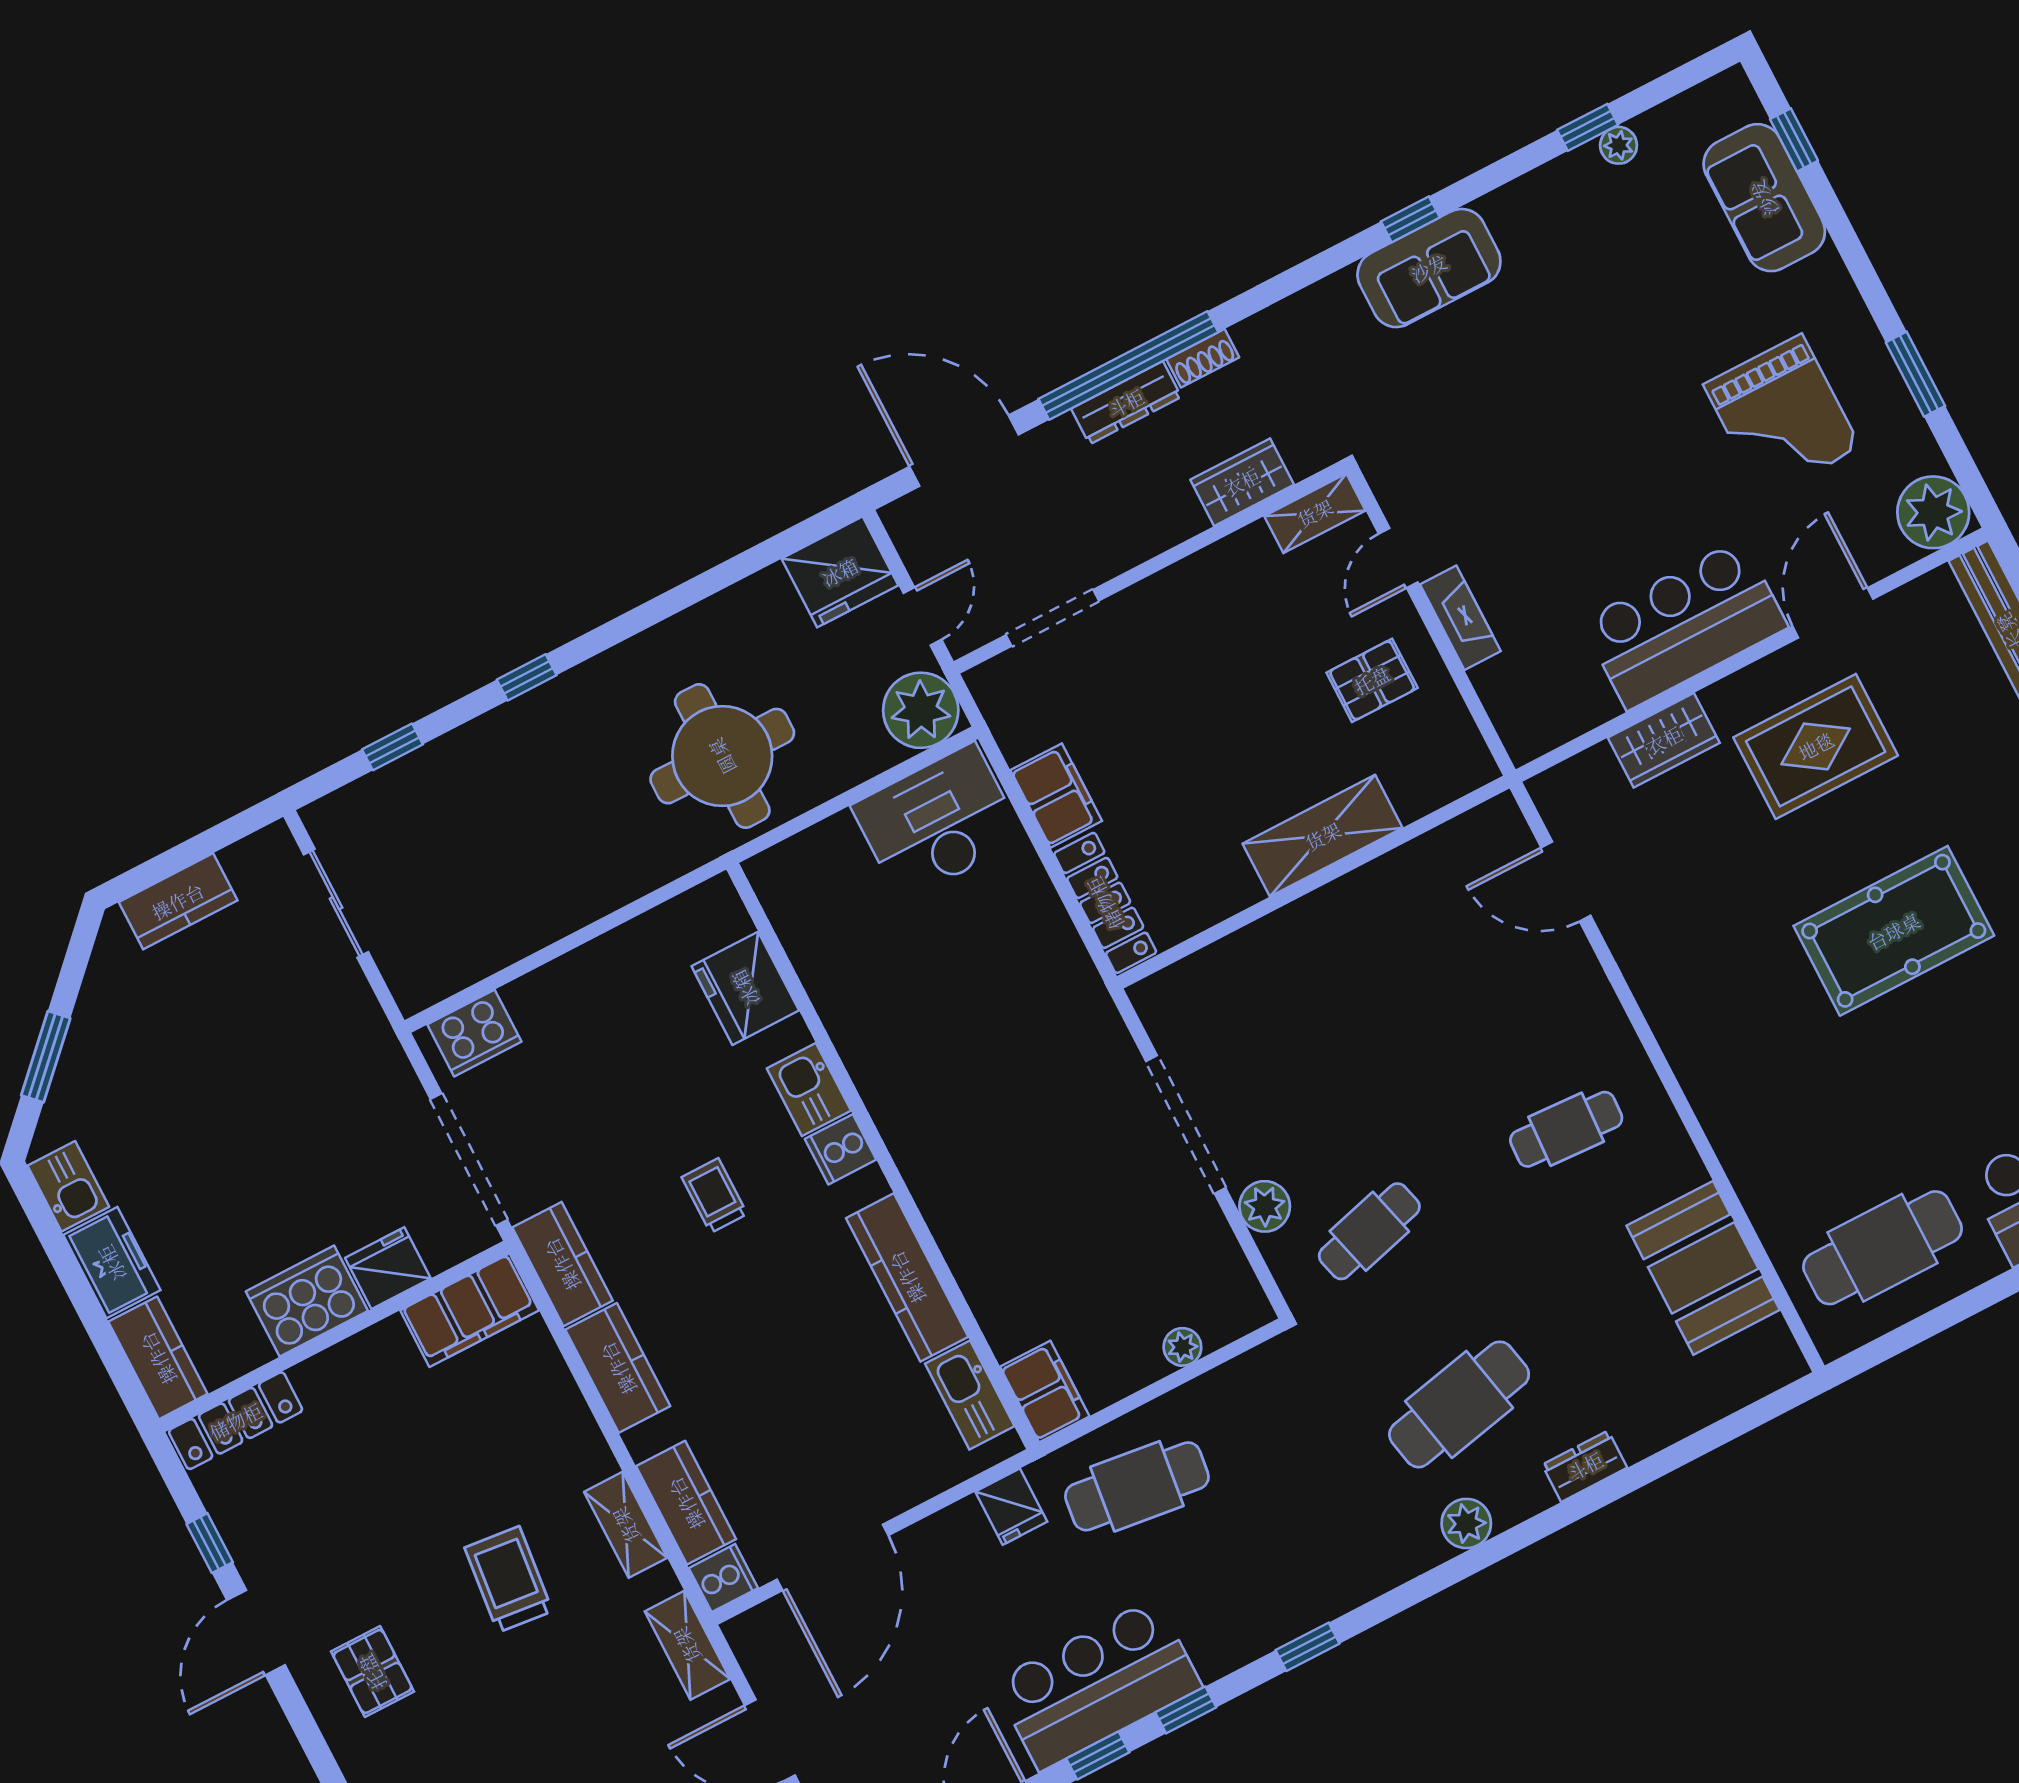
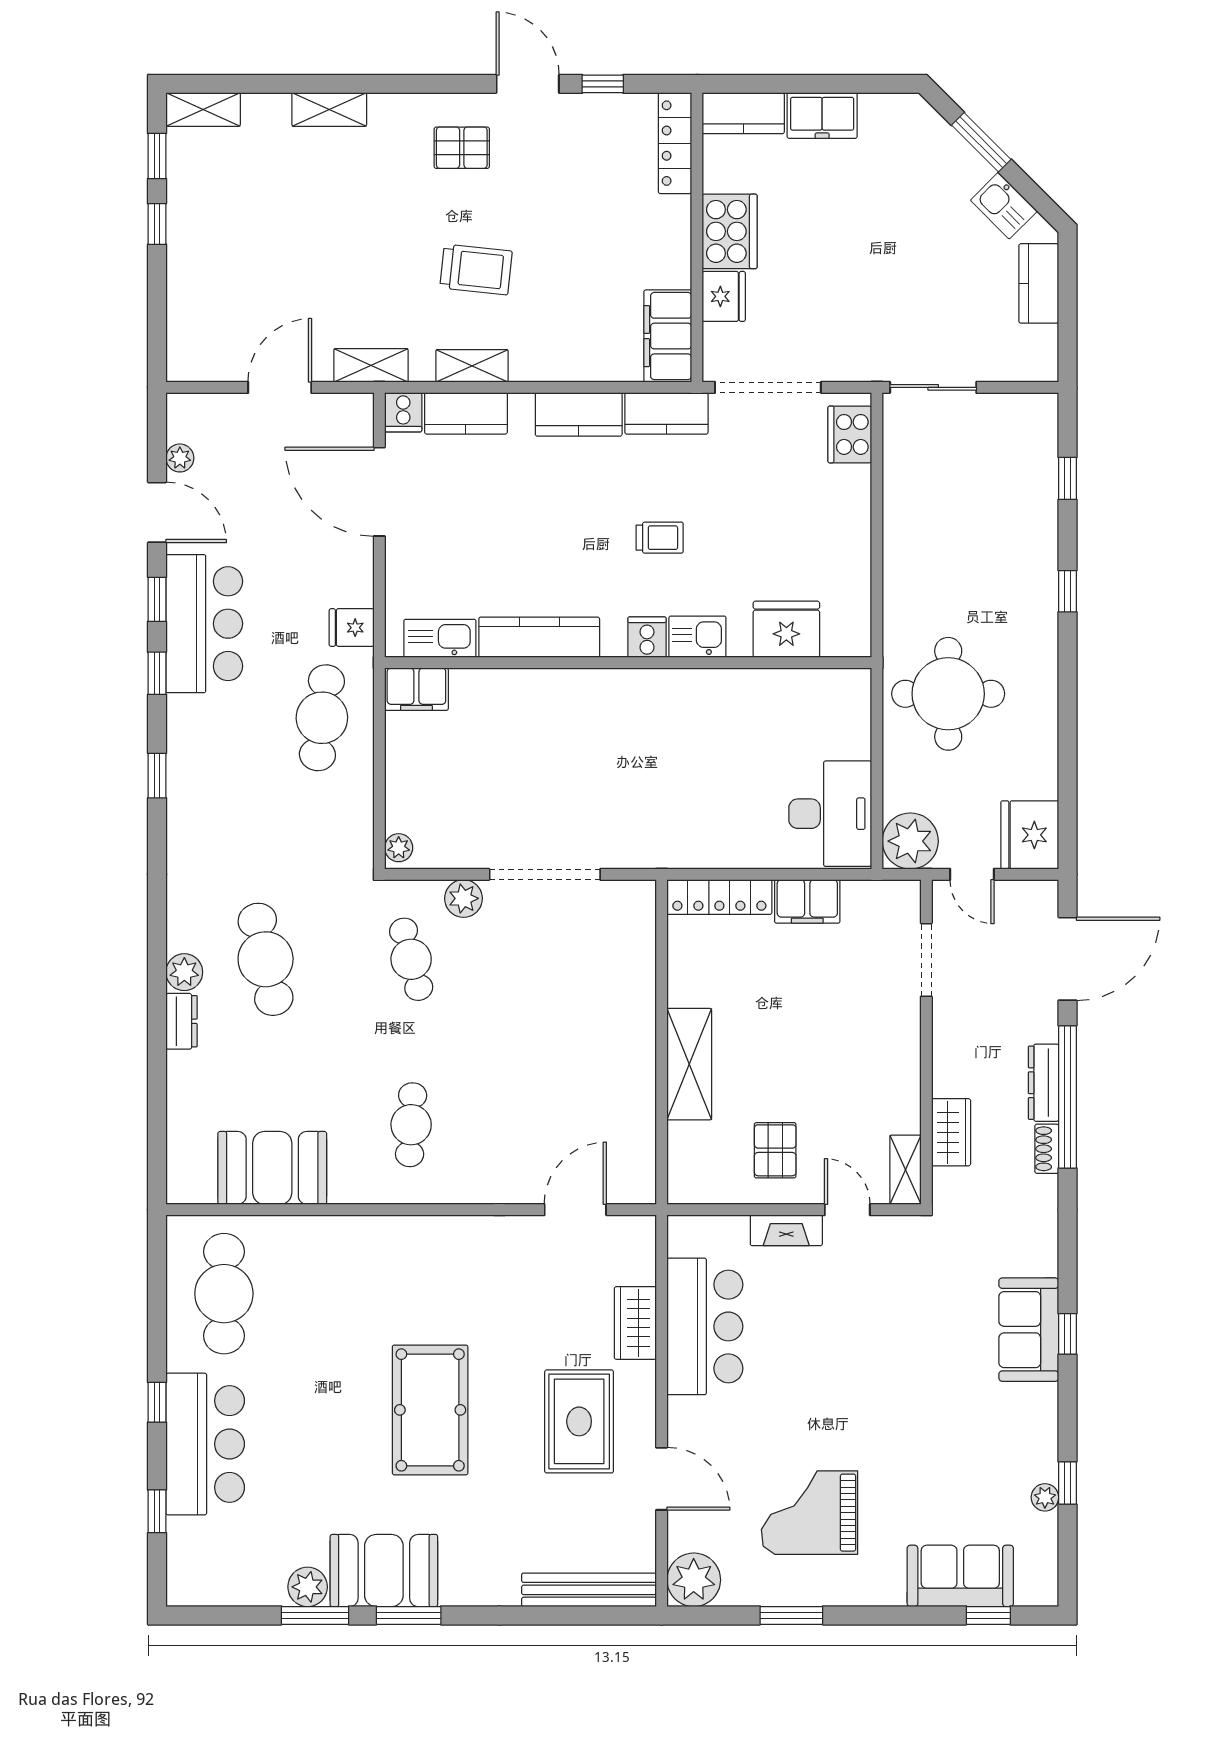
bar counter: (1685, 624) -> (705, 1326), moved
sliding door: (336, 903) -> (933, 387), moved
kitchen sink: (68, 1186) -> (1004, 206), moved, turned 45
plant: (1182, 1347) -> (399, 848), moved
plant: (1466, 1523) -> (184, 972), moved

